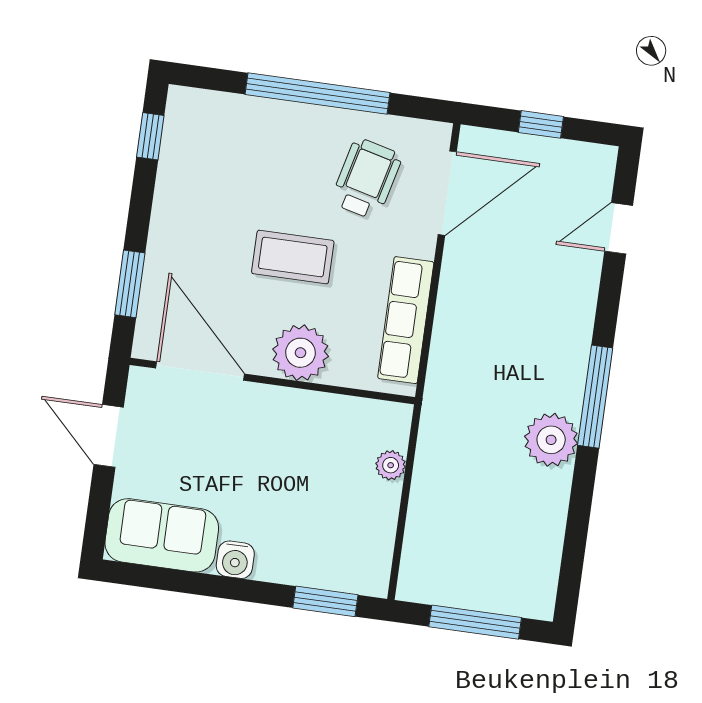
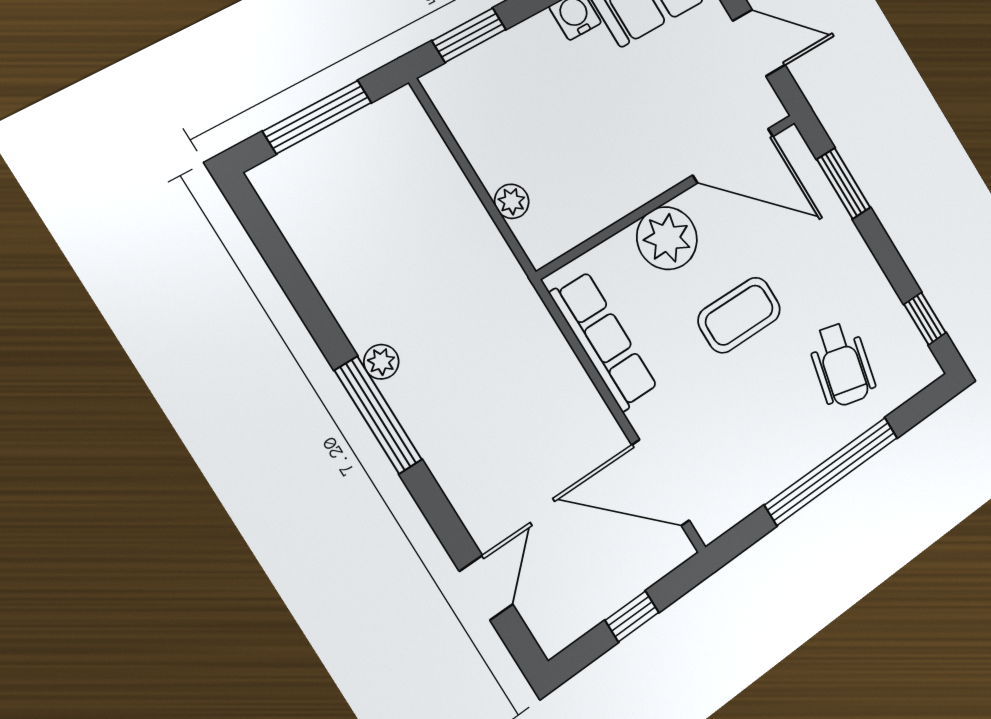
wheelchair: (366, 179) -> (842, 364), moved
door: (447, 193) -> (660, 483), hinge flipped
plant: (551, 440) -> (381, 362), width x0.53, depth x0.53

